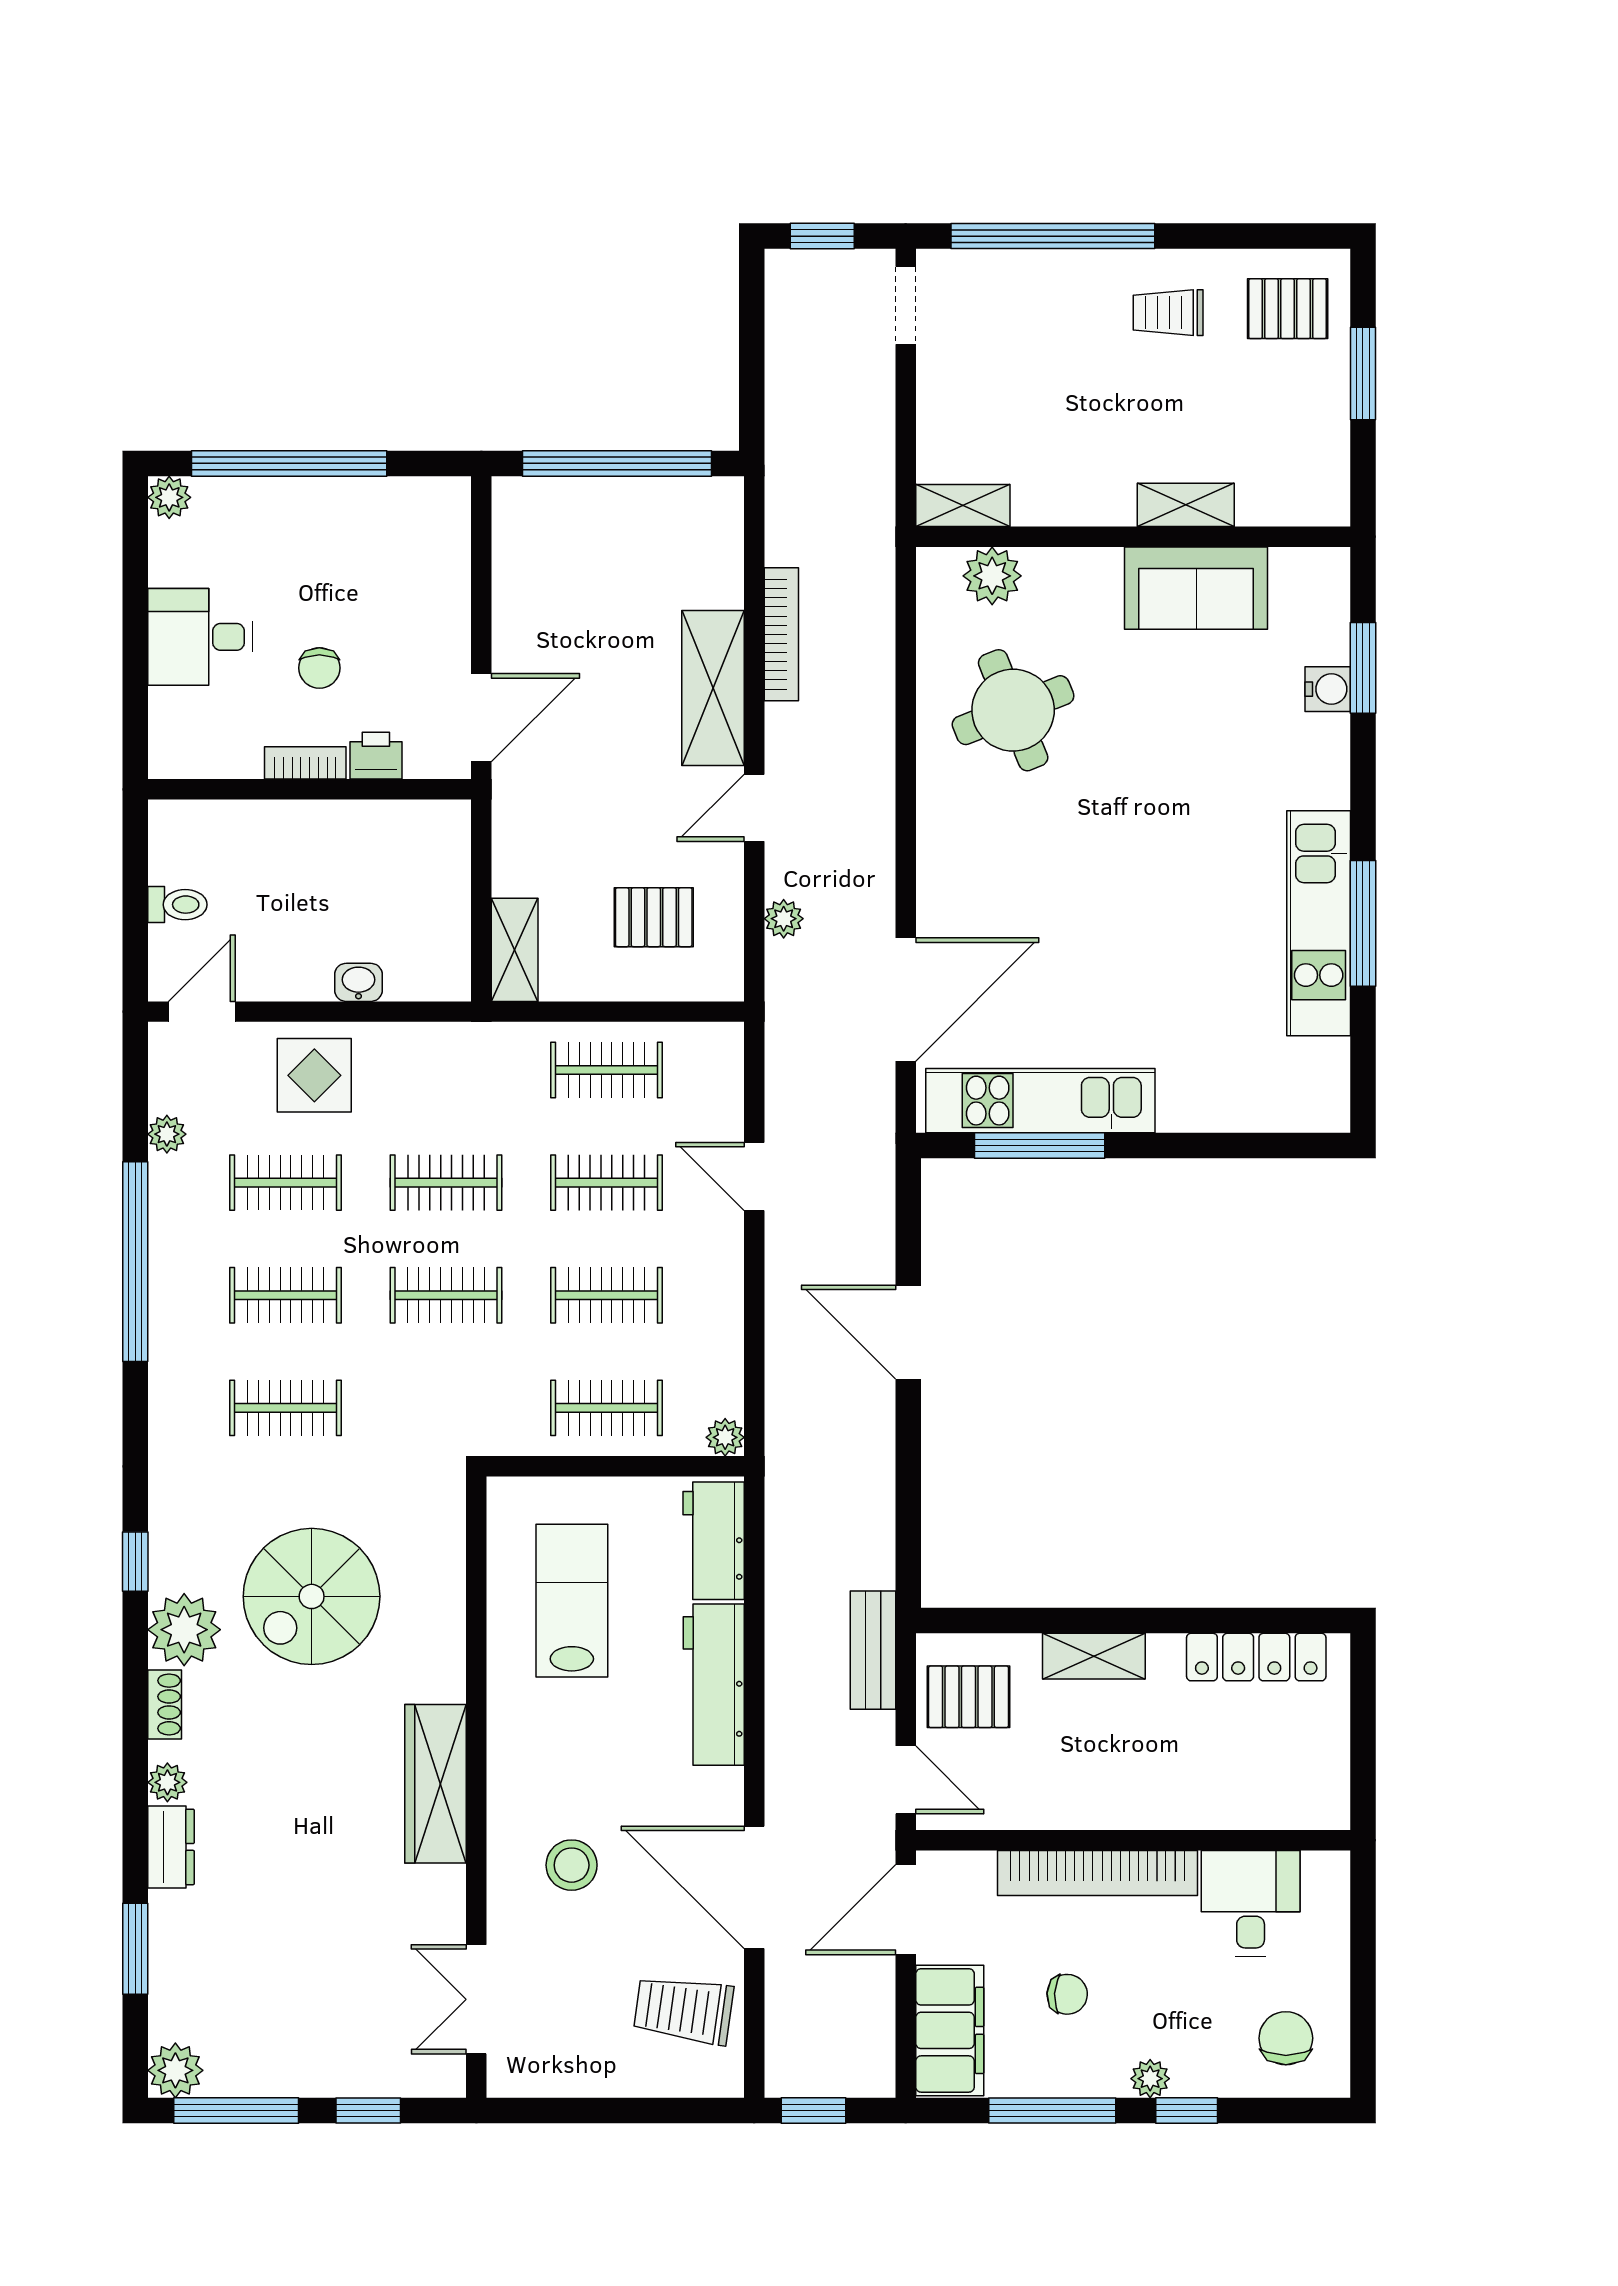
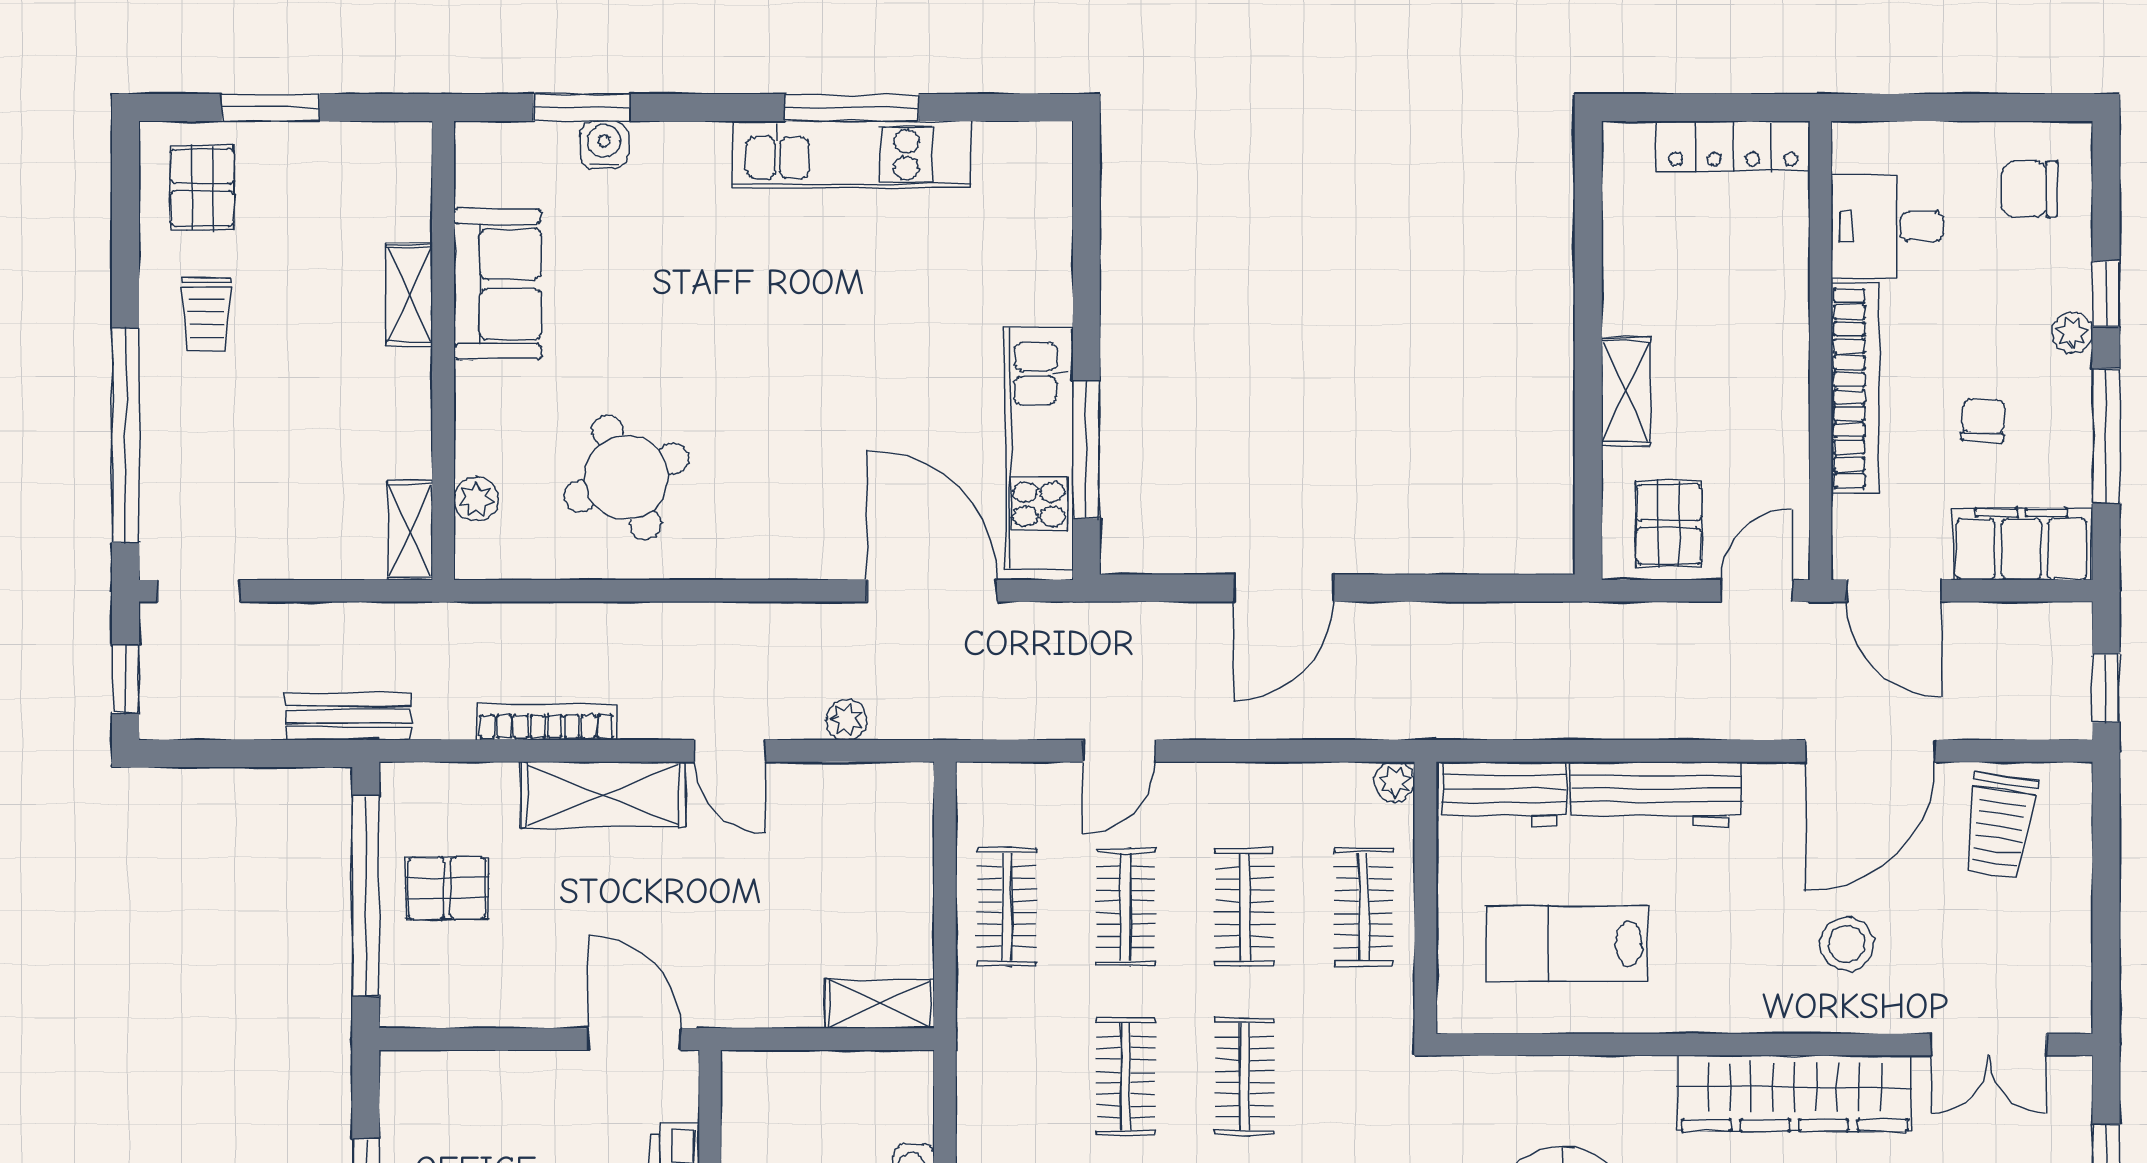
plant: (992, 576) -> (476, 499), width x0.73, depth x0.73
pallet: (654, 917) -> (447, 888), moved, turned 90
bench: (873, 1650) -> (348, 716), moved
locker: (1256, 1657) -> (1733, 146), moved, turned 90
wardrobe: (435, 1784) -> (1794, 1093), width x1.40, depth x1.17

